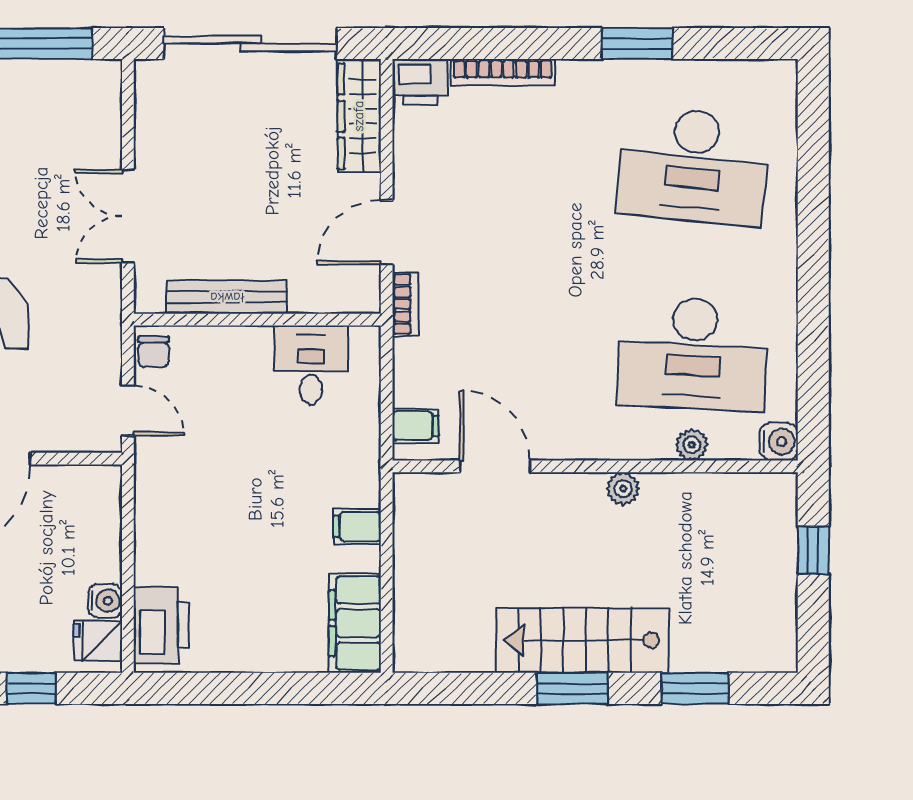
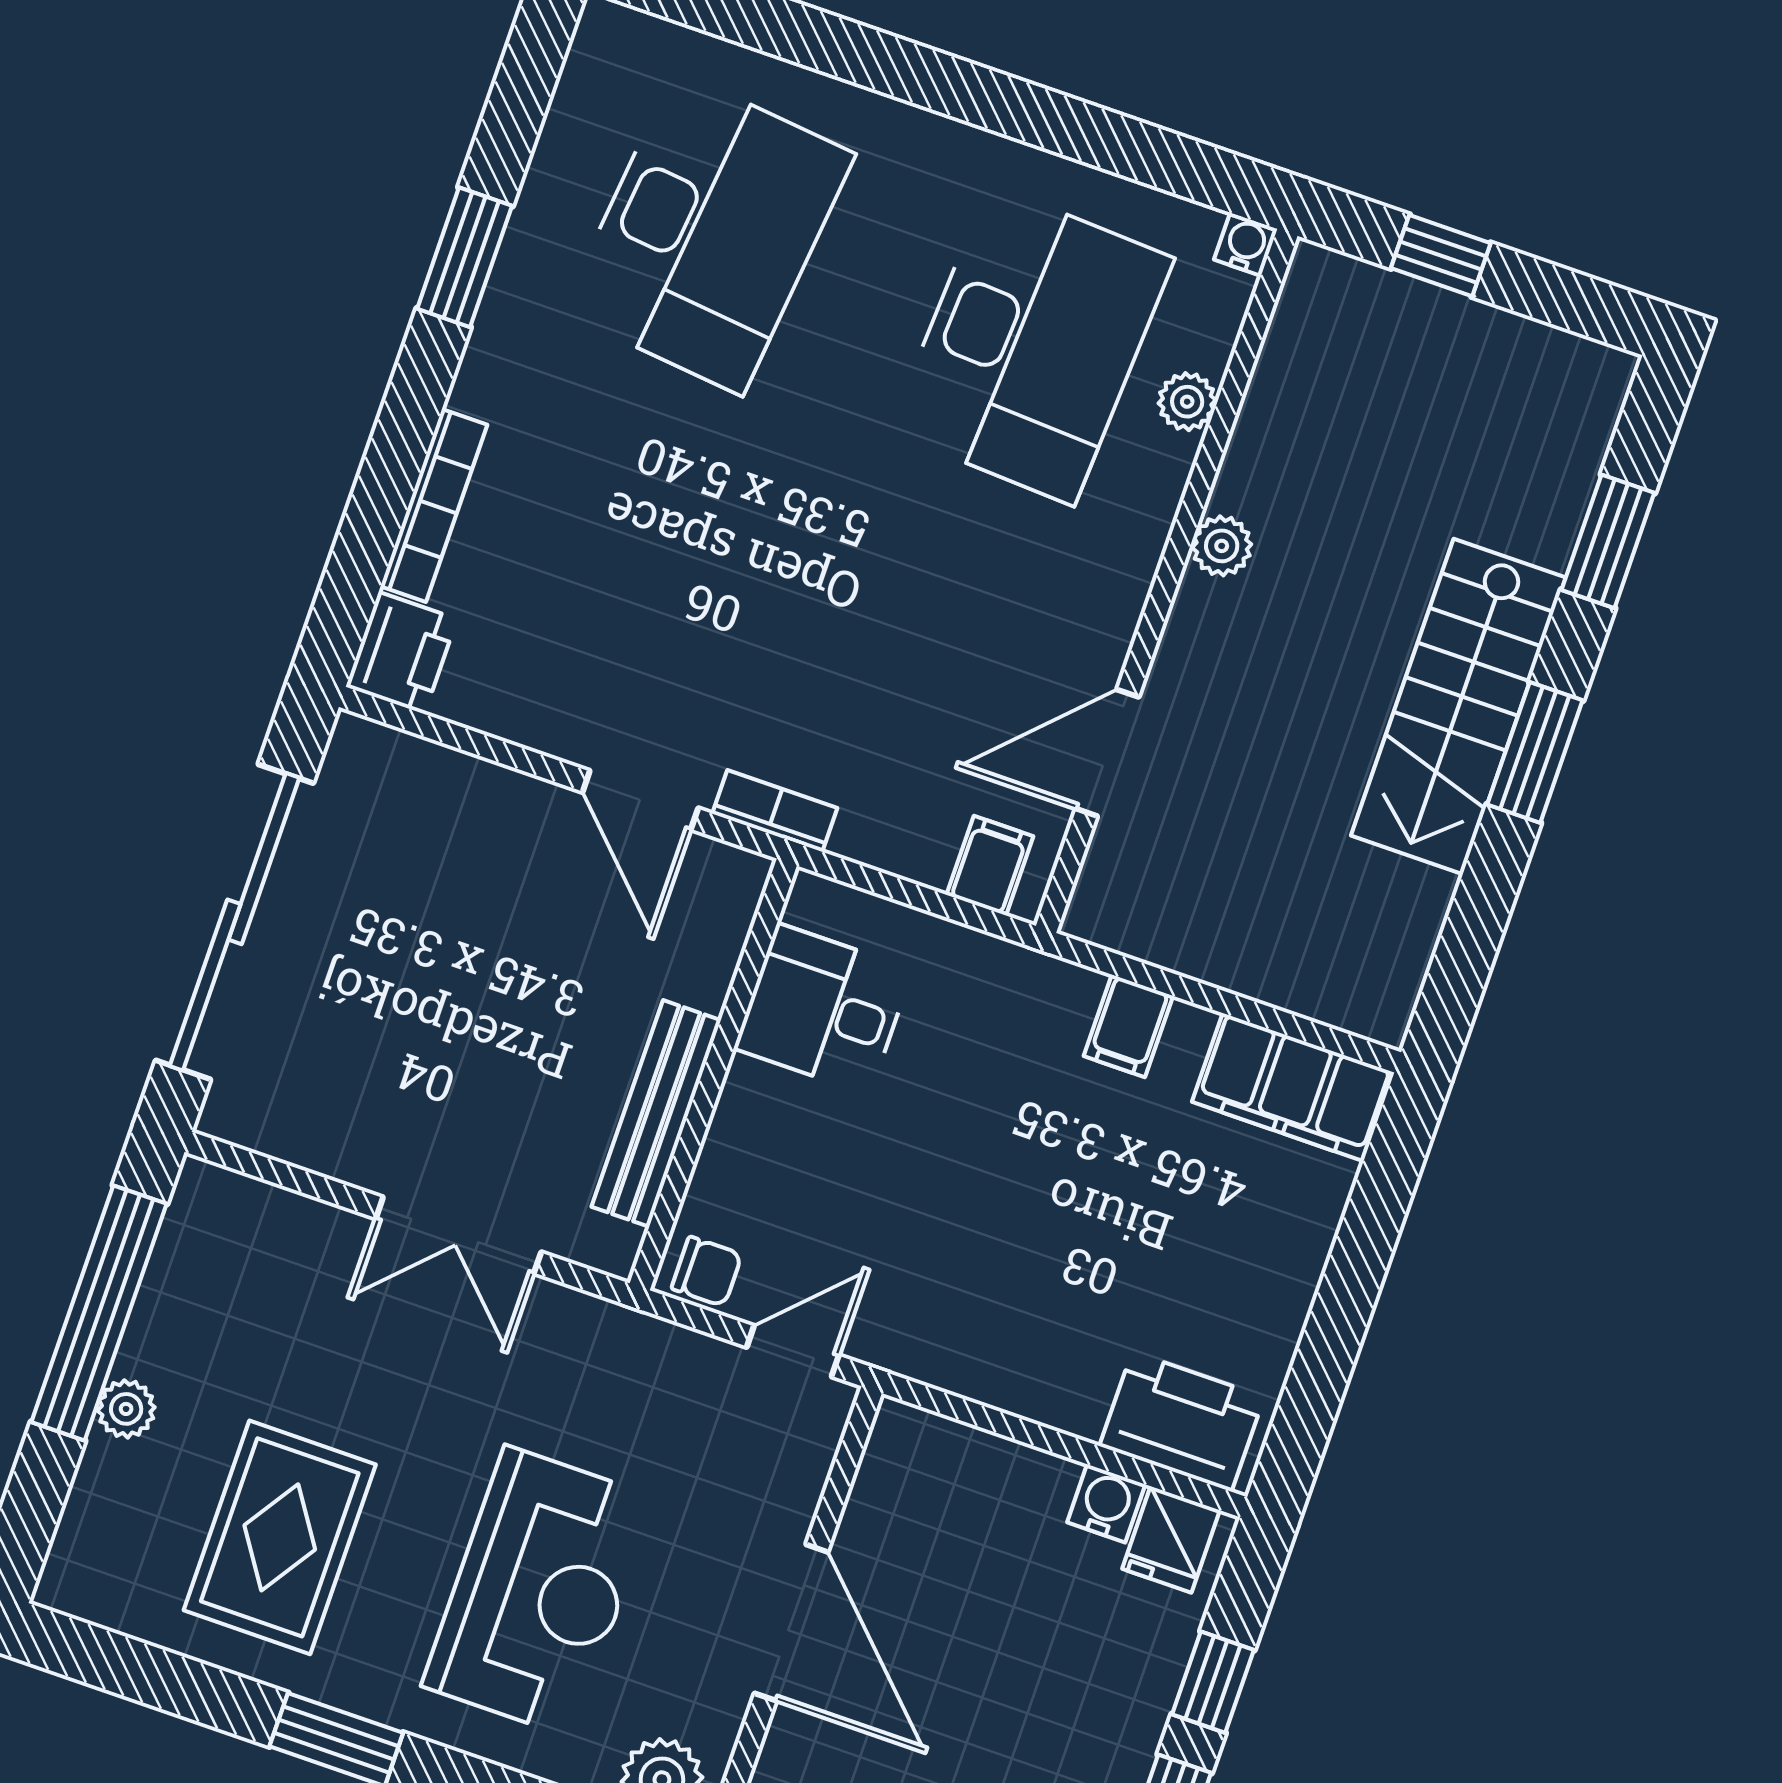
wardrobe: (359, 116) -> (424, 778), removed
water cooler: (779, 442) -> (1246, 244), width x0.72, depth x0.72

